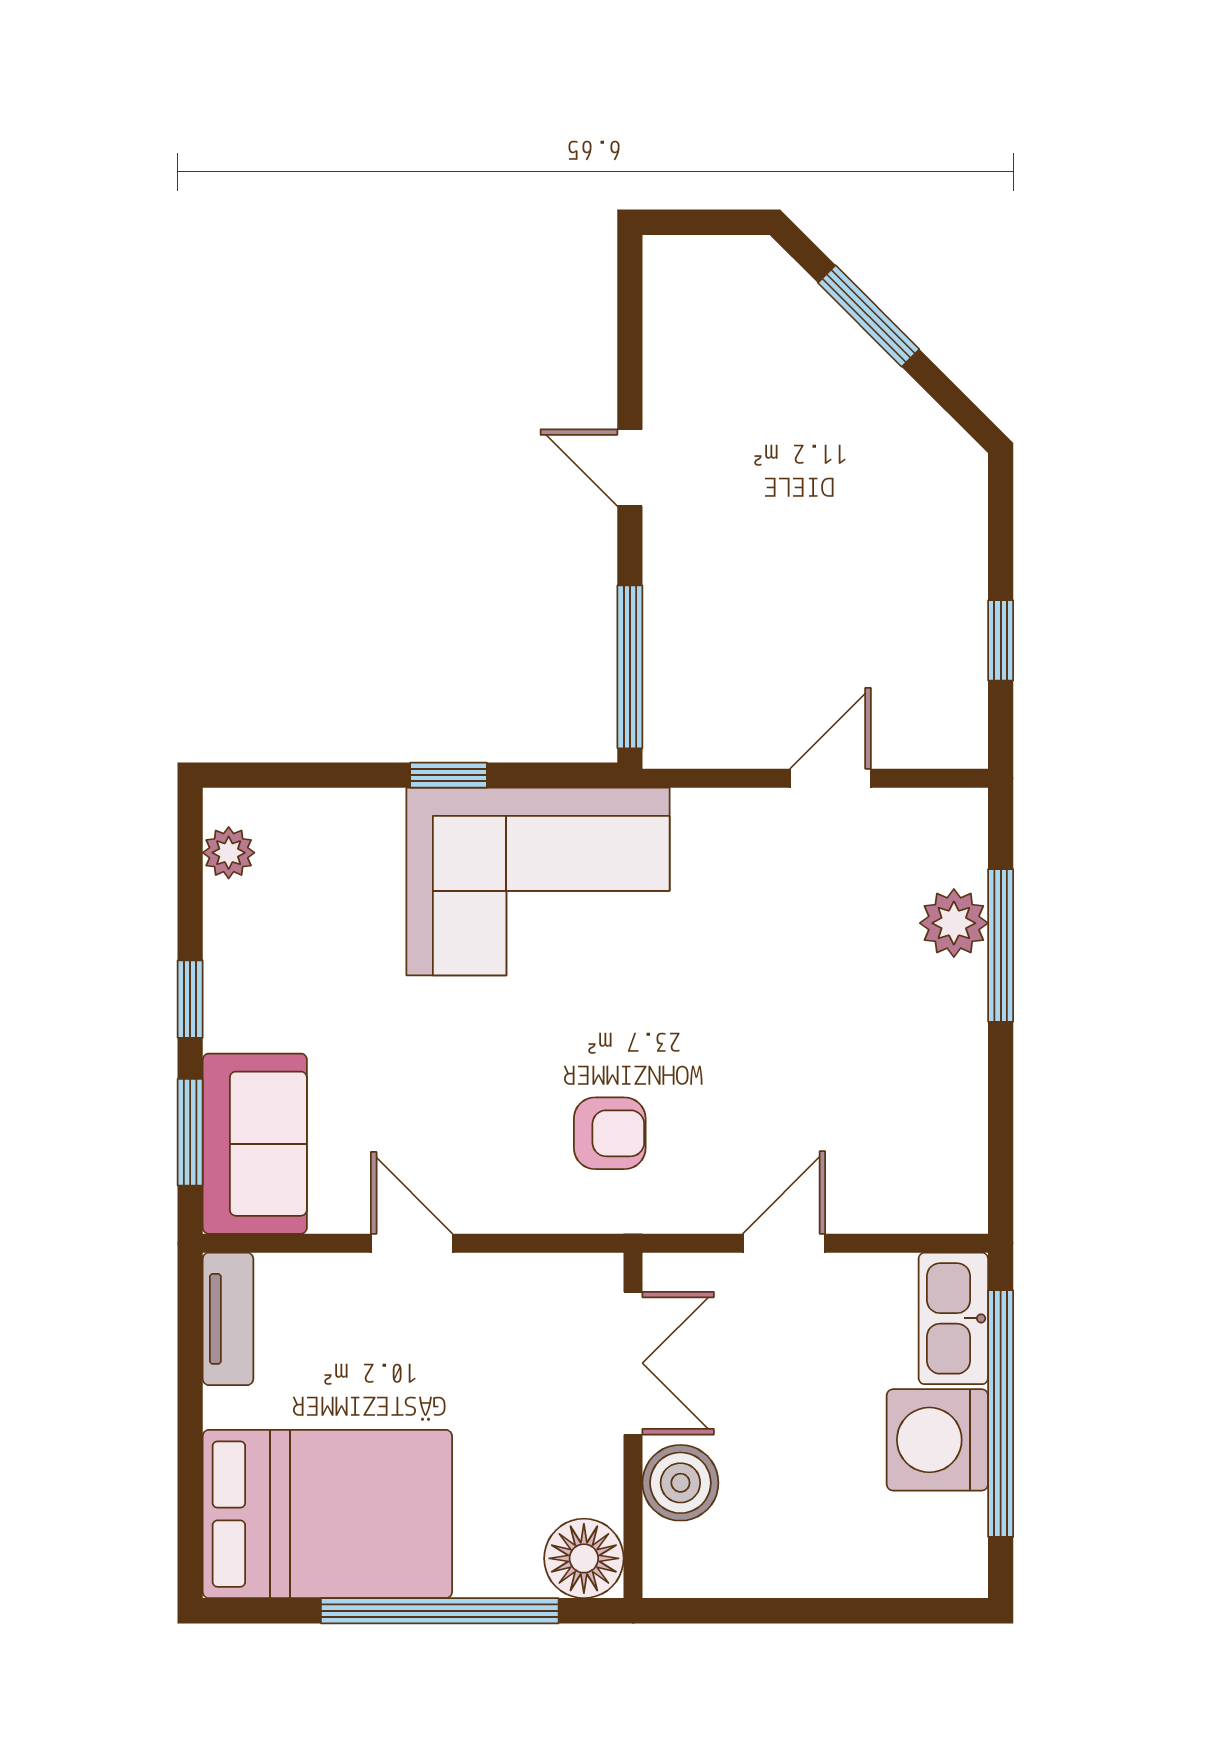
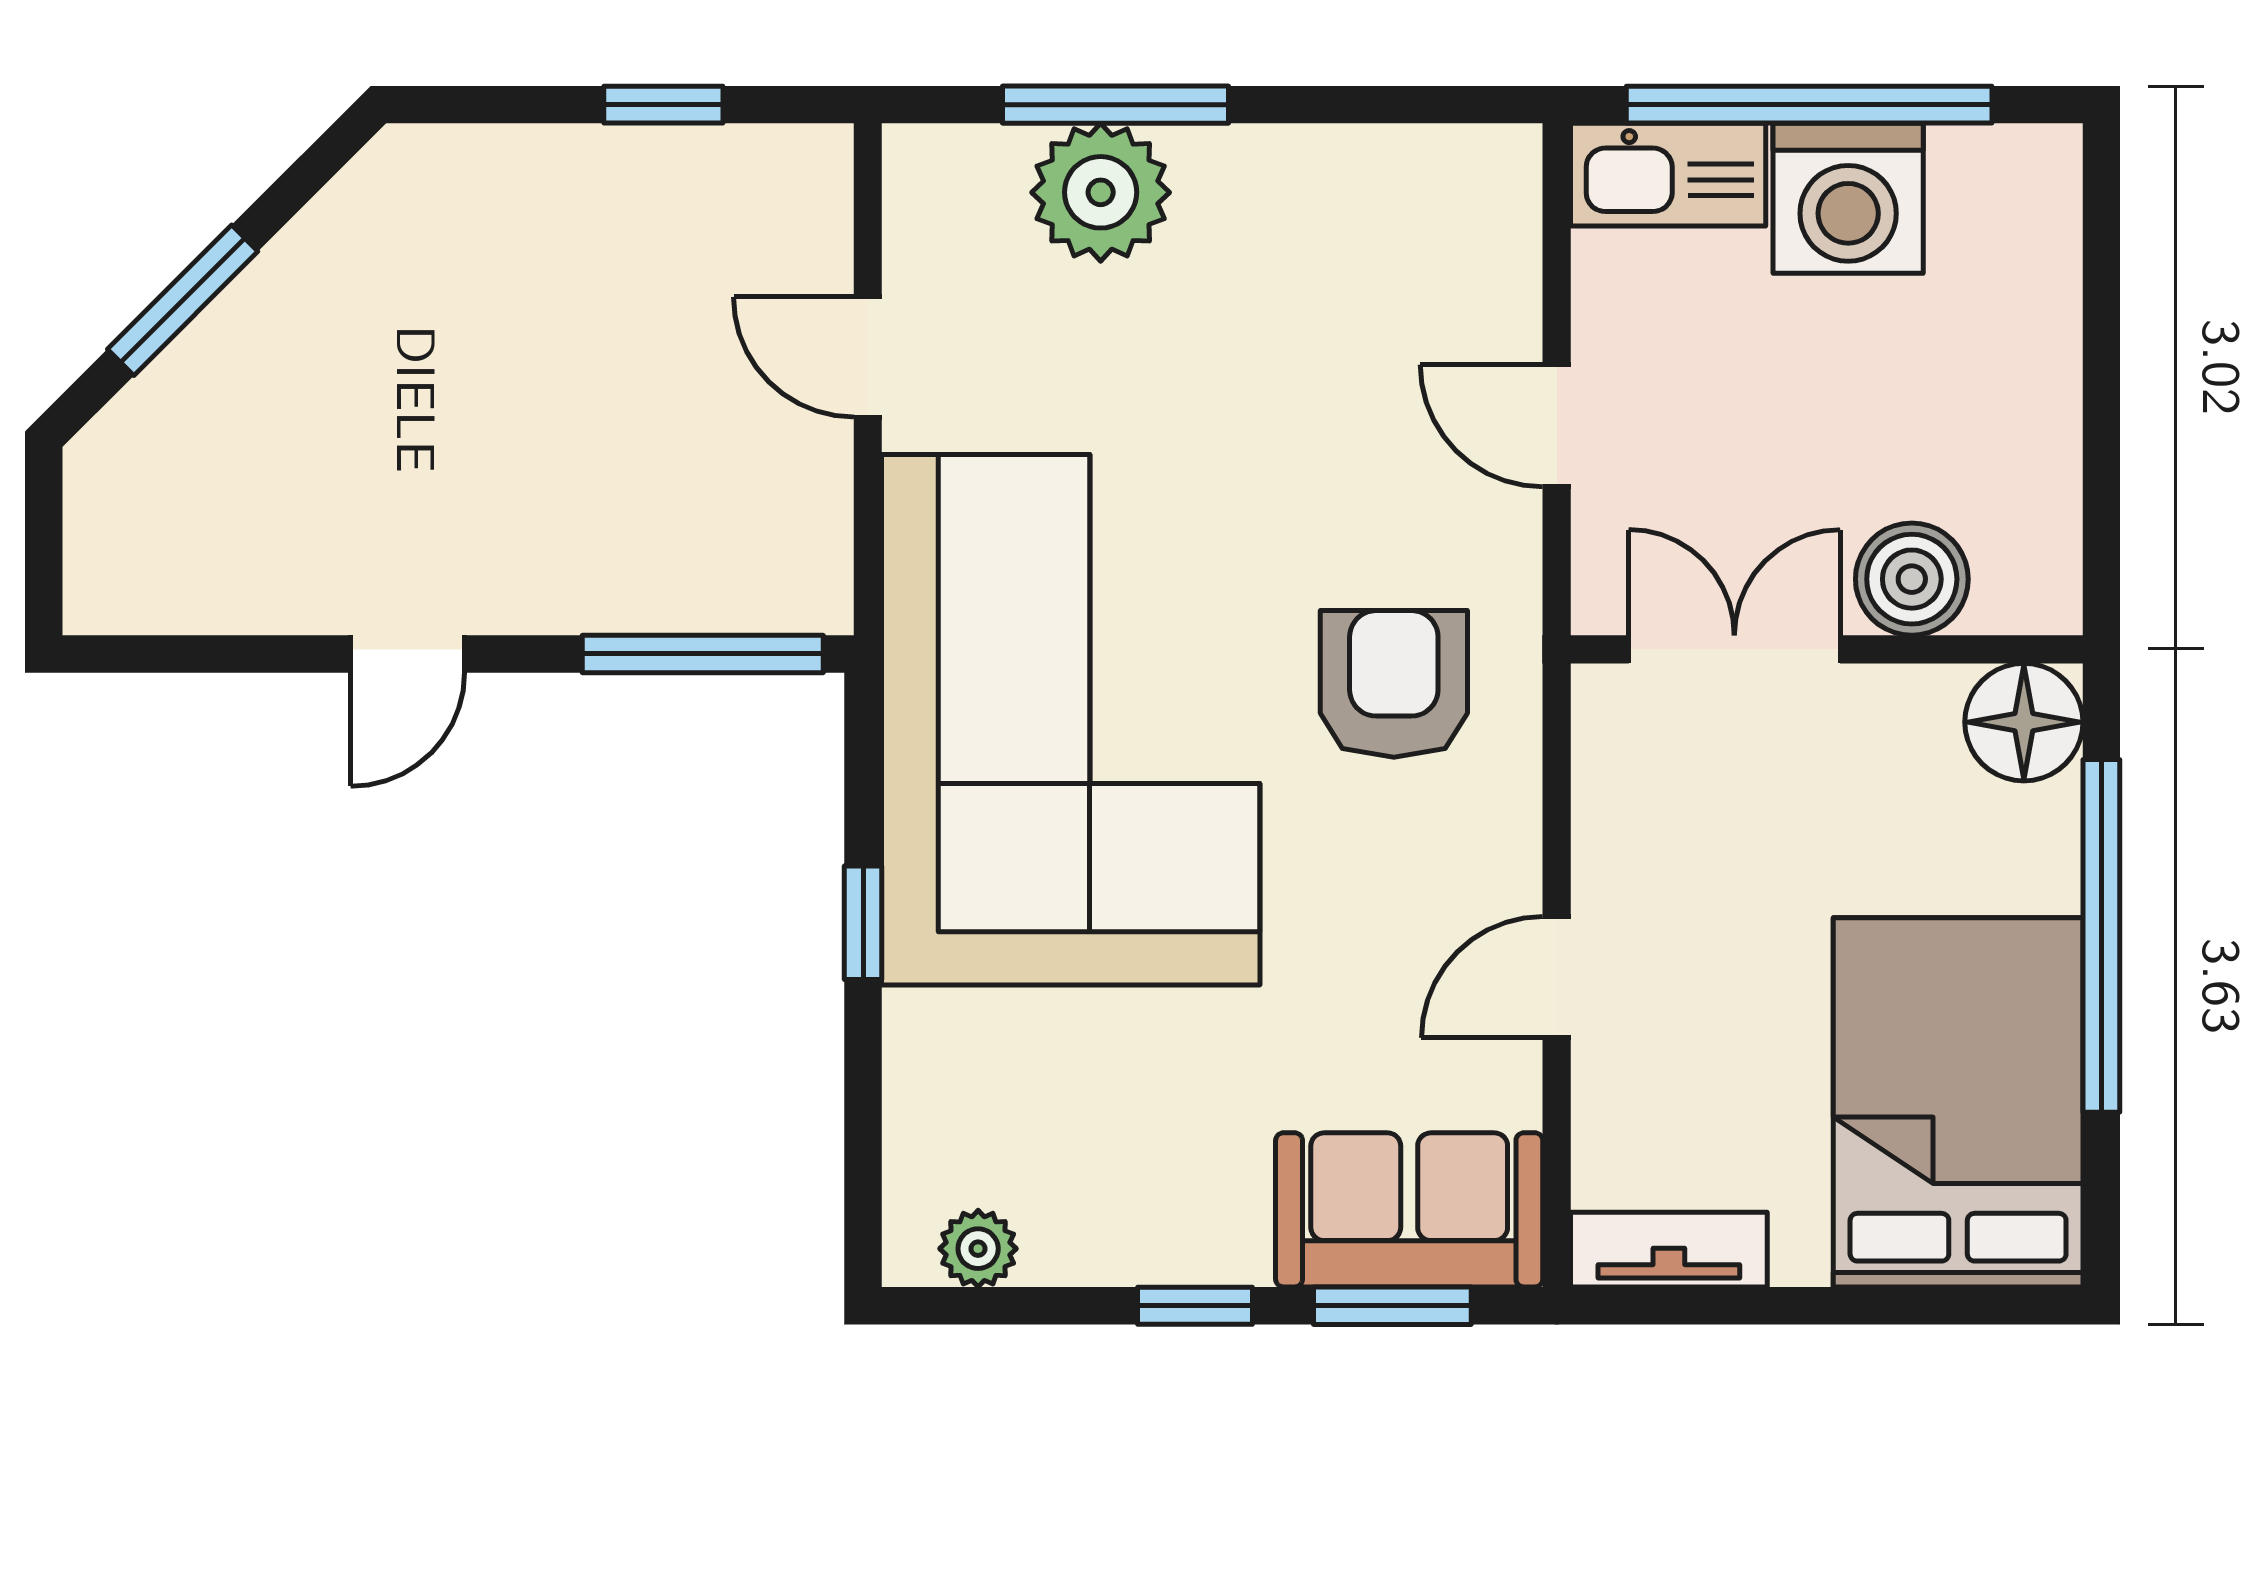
corner sofa: (538, 882) -> (1071, 720), width x1.36, depth x1.36
plant: (954, 923) -> (1101, 192), width x1.36, depth x1.36
armchair: (610, 1133) -> (1394, 684), width x1.38, depth x1.38

